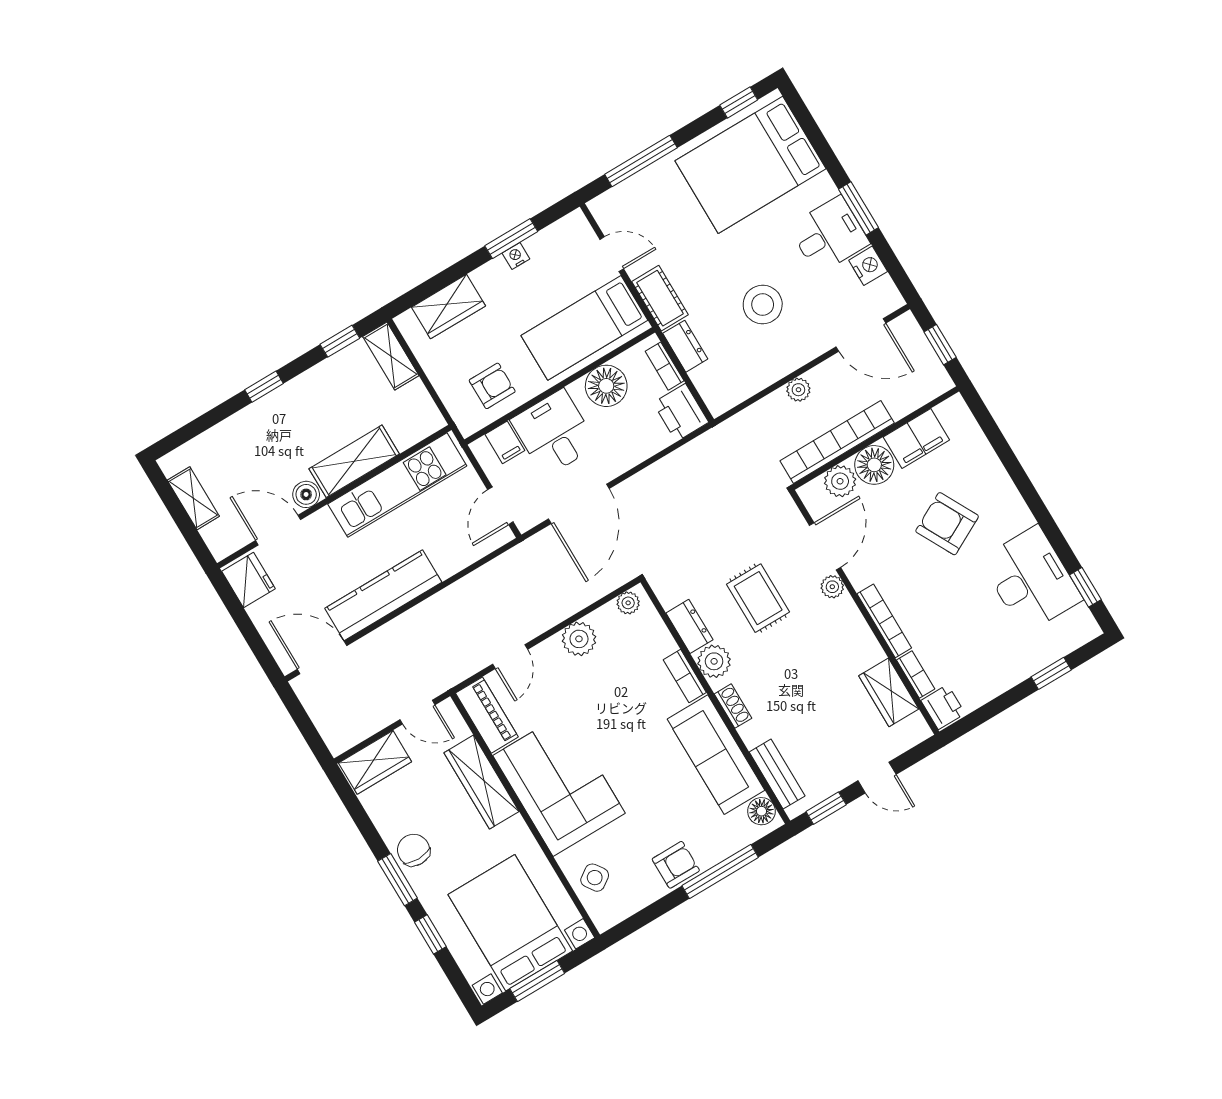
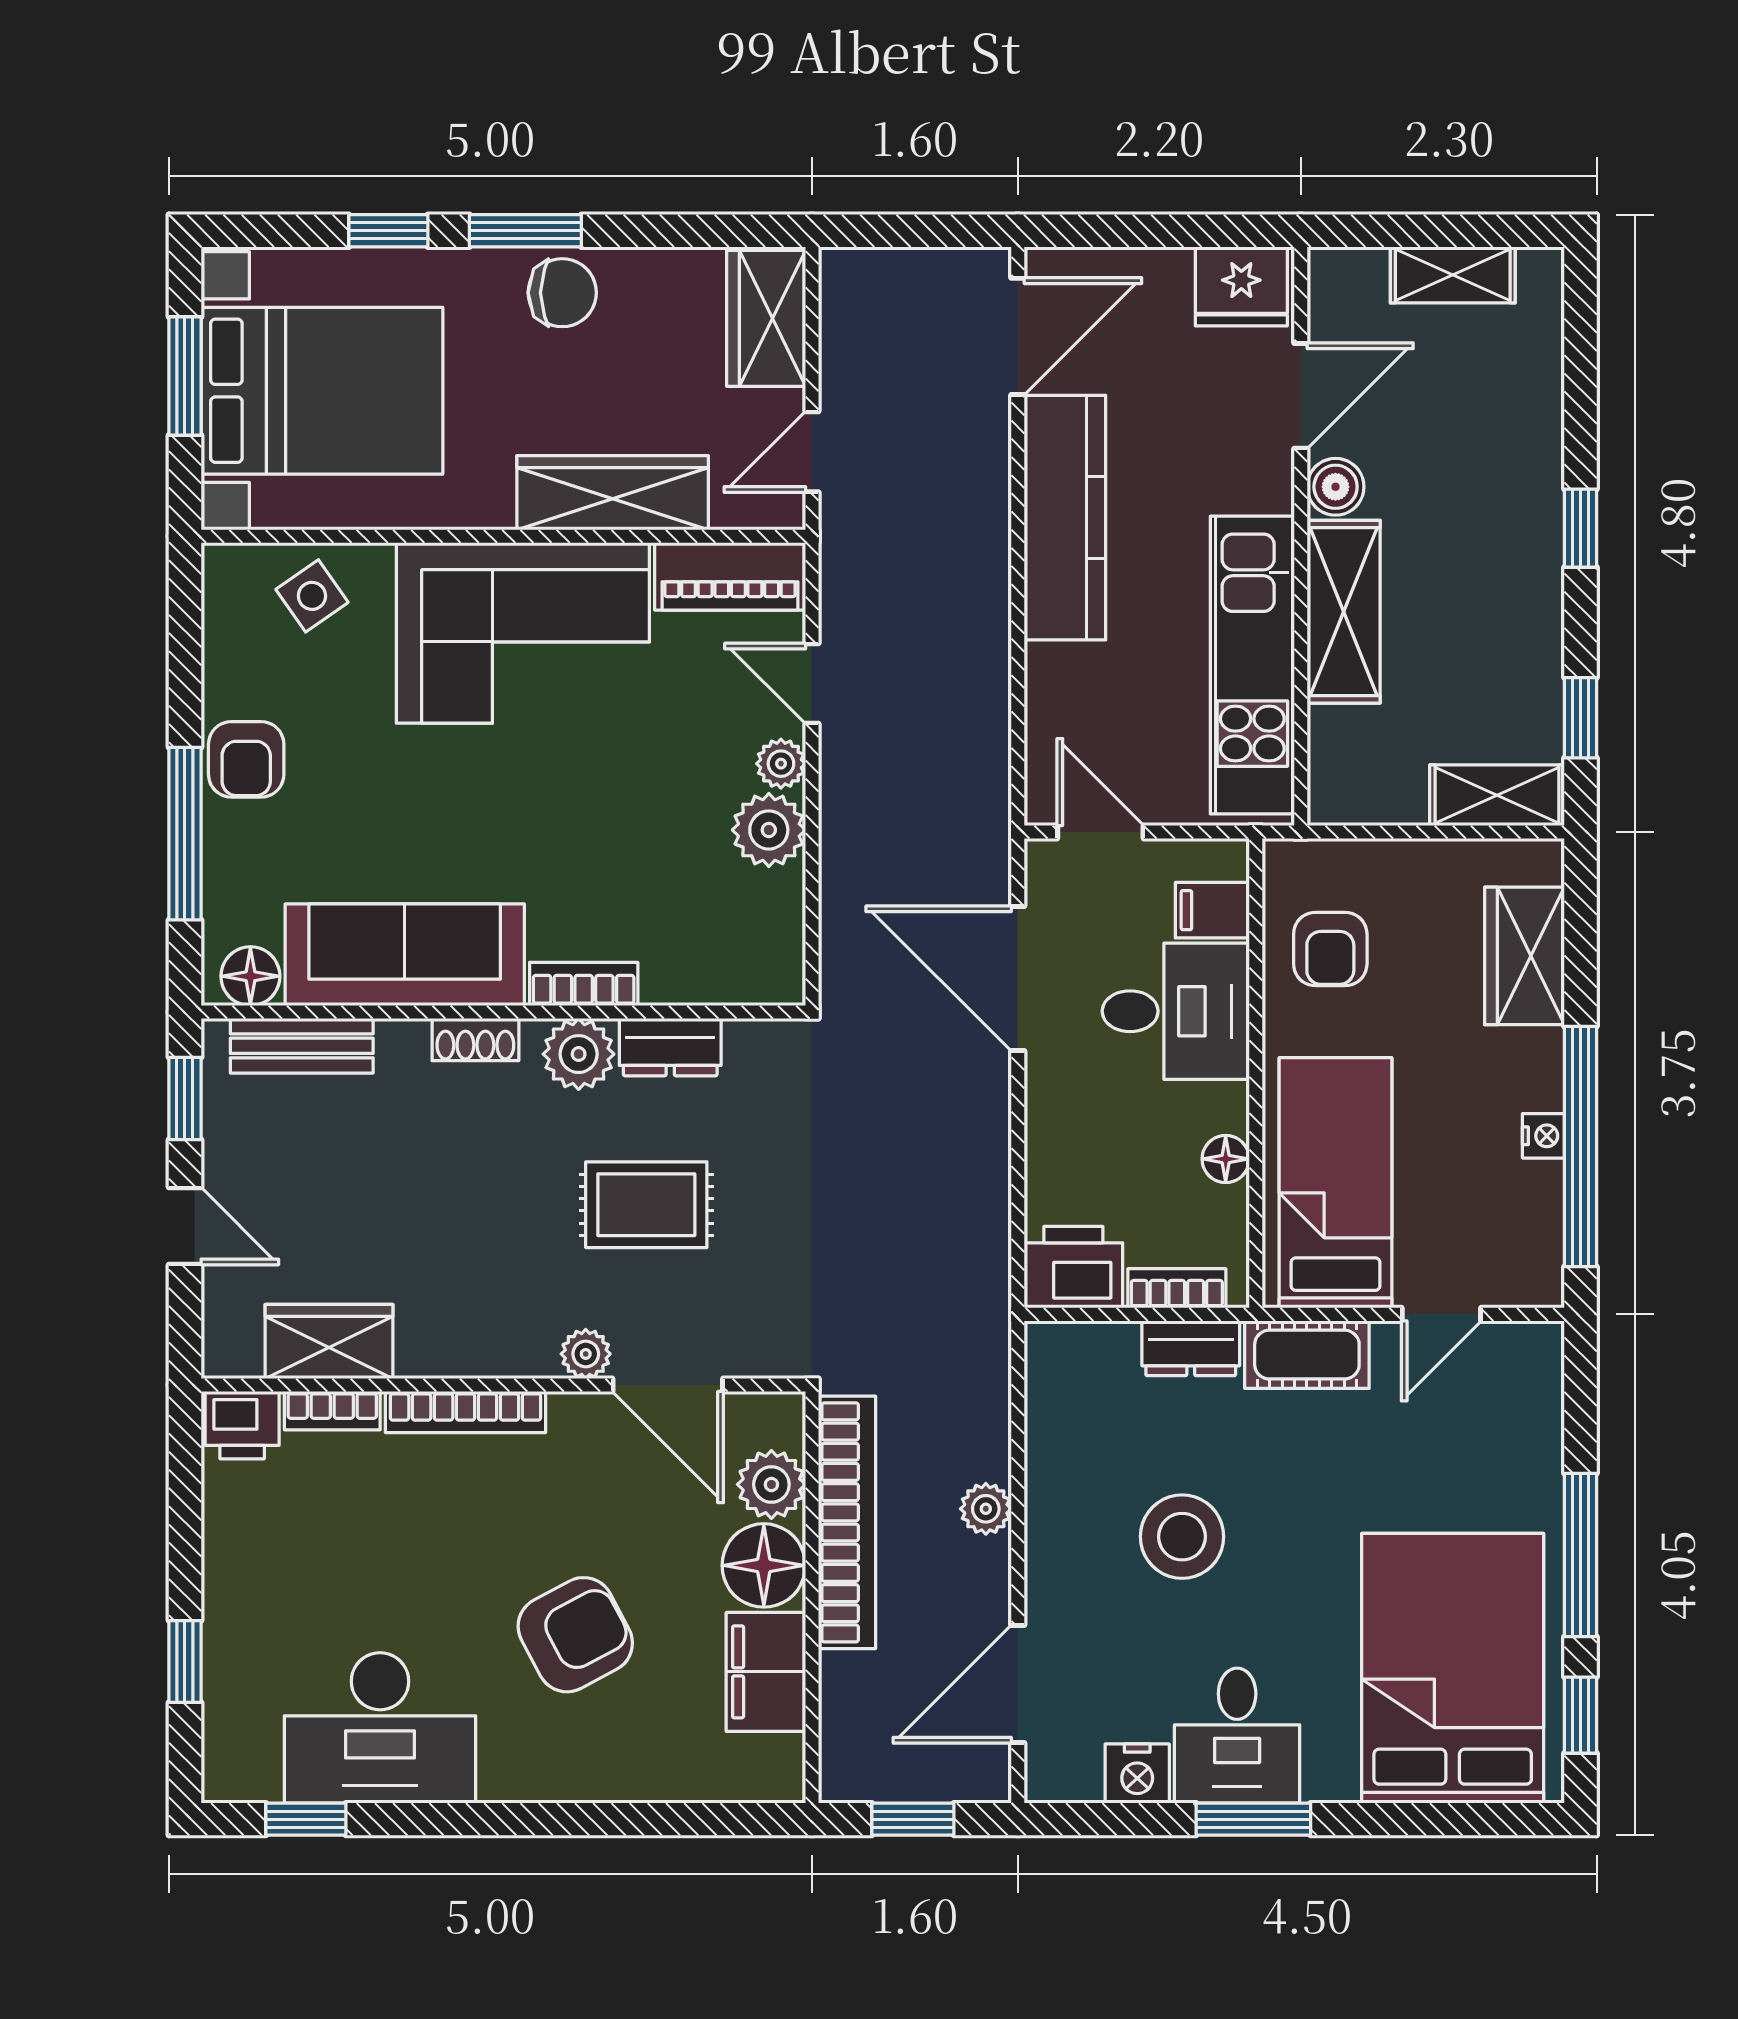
window: (641, 161) -> (1580, 1555), moved
window: (511, 239) -> (1580, 1147), width x2.11
floor lamp: (606, 386) -> (1226, 1159), width x0.53, depth x0.53
plant: (628, 603) -> (781, 764), moved
door: (877, 778) -> (185, 1226), swing flipped

